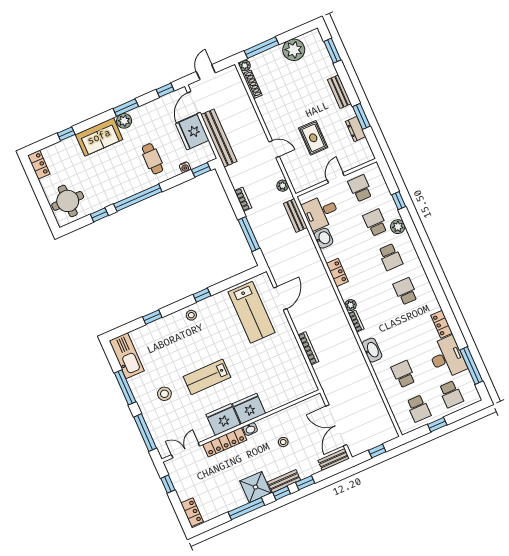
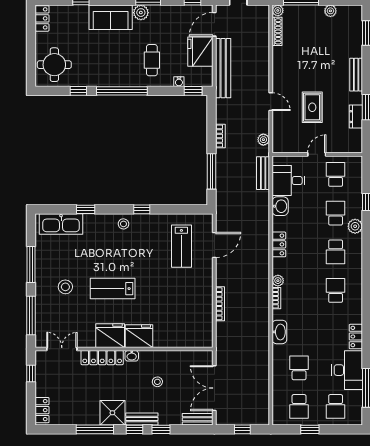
plant: (294, 50) -> (330, 11), width x0.53, depth x0.53
lab bench: (251, 312) -> (181, 246), width x0.73, depth x0.72
kitchen sink: (127, 356) -> (61, 224), moved, turned 90

